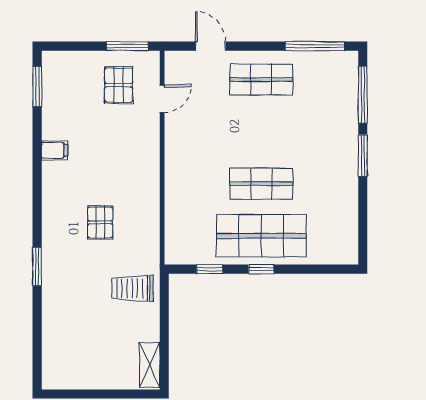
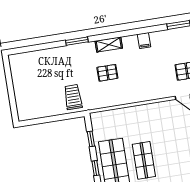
shelving: (150, 365) -> (109, 45), moved

